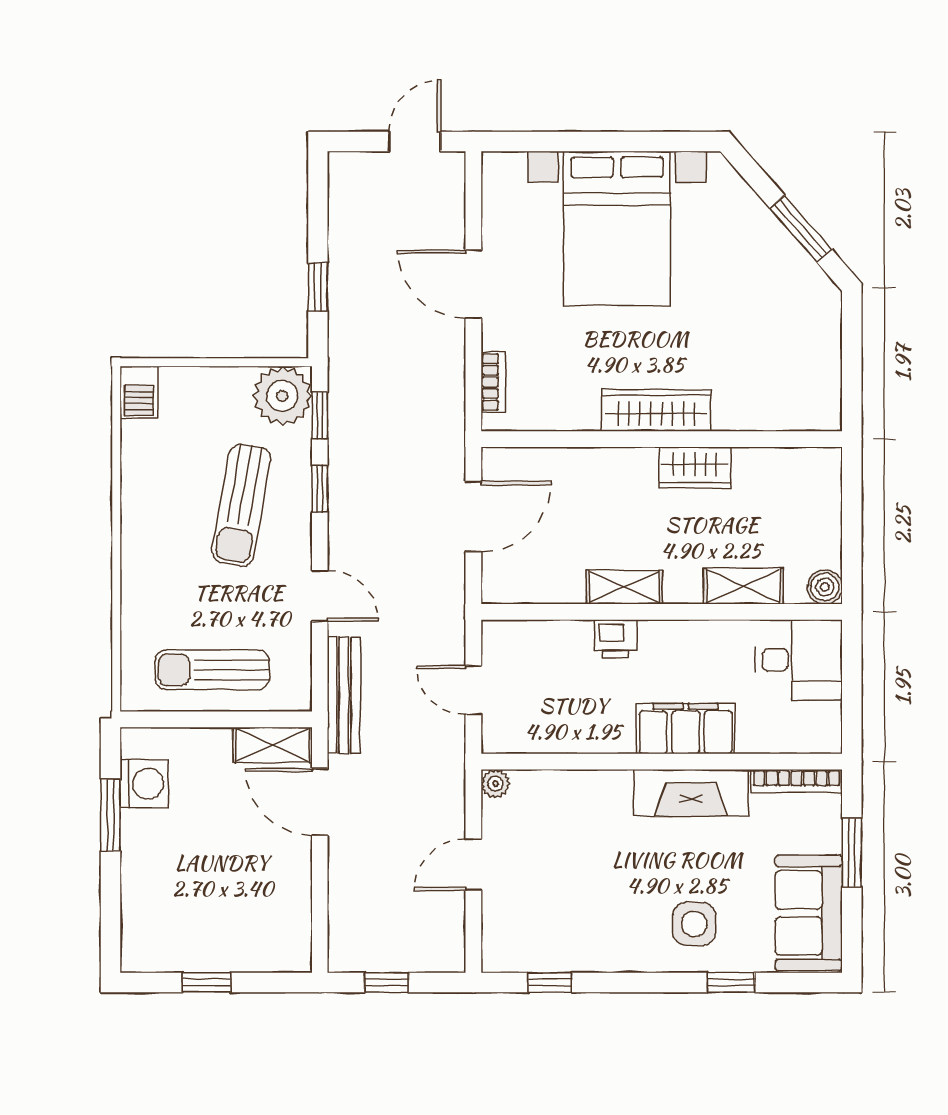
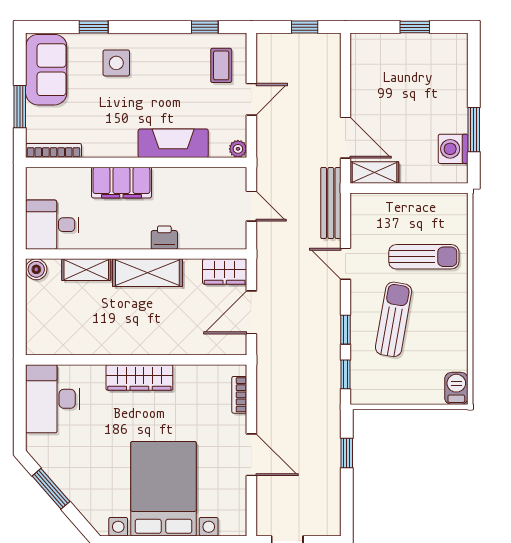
desk: (798, 376) -> (53, 399), added
plant: (282, 396) -> (368, 386), removed
wardrobe: (695, 468) -> (225, 272), moved, turned 180
shelving: (624, 587) -> (147, 273), width x1.50, depth x1.33
sun lounger: (212, 670) -> (424, 257), moved
fireplace: (691, 793) -> (173, 143), moved
coffee table: (523, 920) -> (221, 65), added

